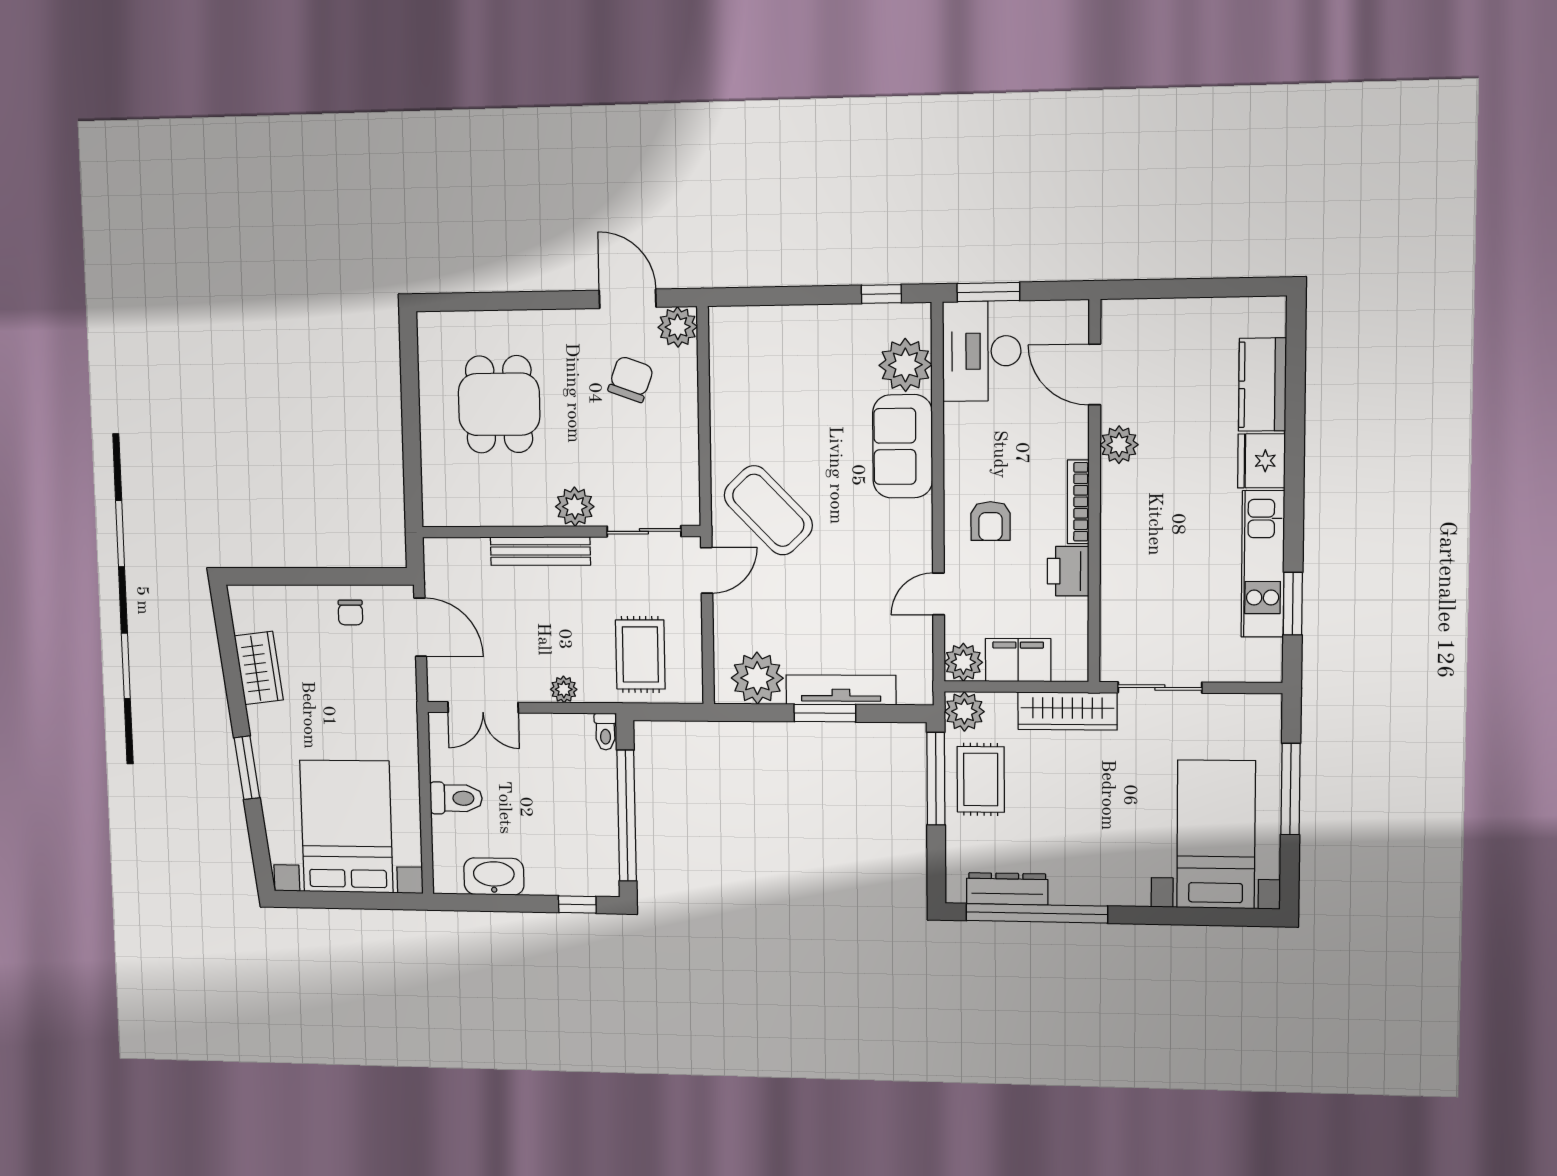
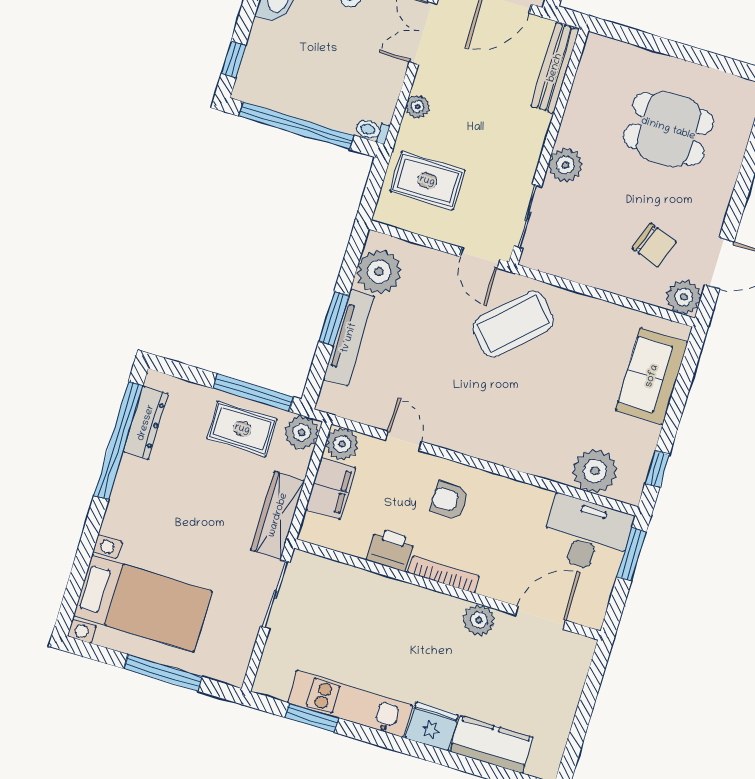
sofa: (903, 446) -> (652, 376), moved, turned -90
bench: (540, 551) -> (555, 68), moved

